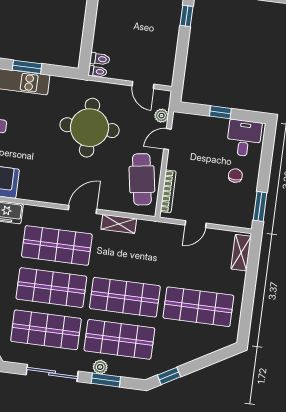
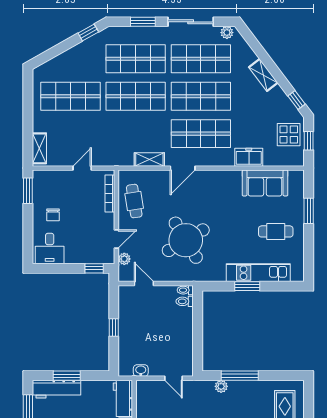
window: (186, 16) -> (114, 328), moved
window: (220, 112) -> (94, 268), moved
round table: (90, 128) -> (186, 240), turned -31
cafe table: (142, 179) -> (134, 201), width x0.73, depth x0.74
plant: (100, 367) -> (227, 33), moved

